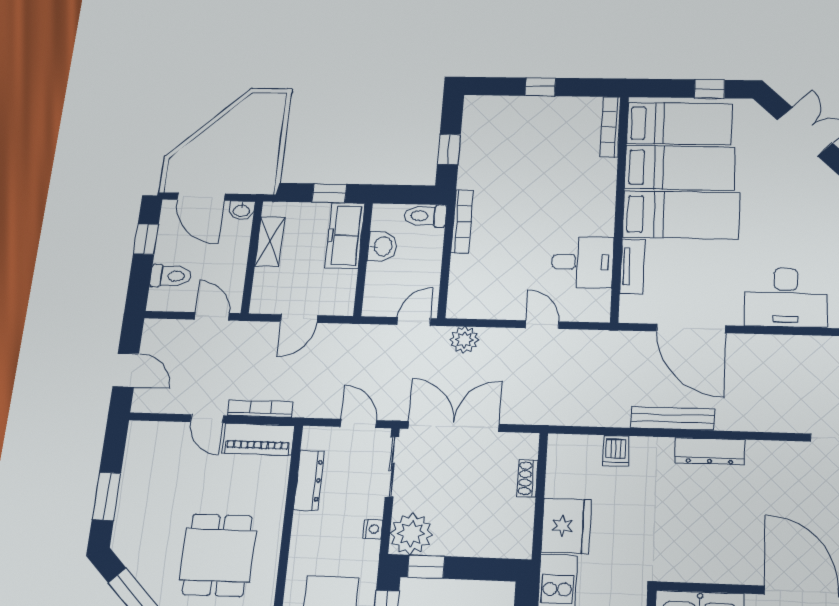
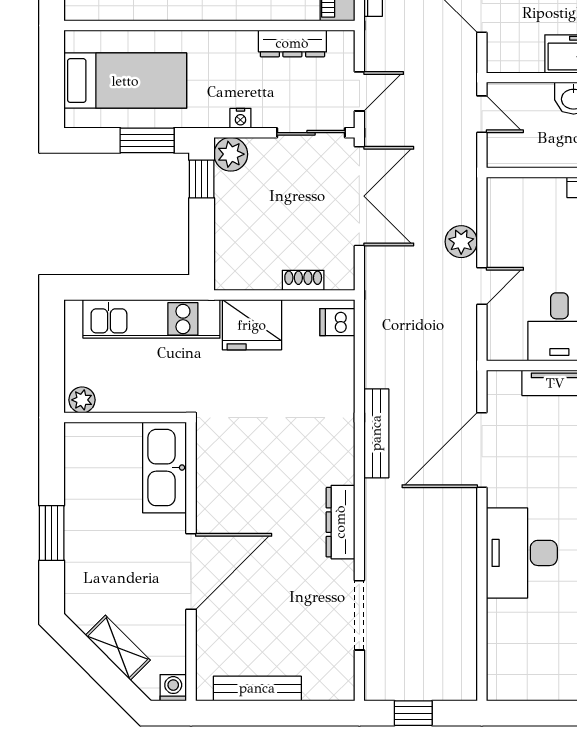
door: (414, 321) -> (482, 114), moved
plant: (464, 340) -> (461, 242), moved
dishwasher: (616, 451) -> (337, 322), moved
dresser: (710, 451) -> (340, 522), moved
plant: (411, 534) -> (231, 154), width x0.73, depth x0.73

